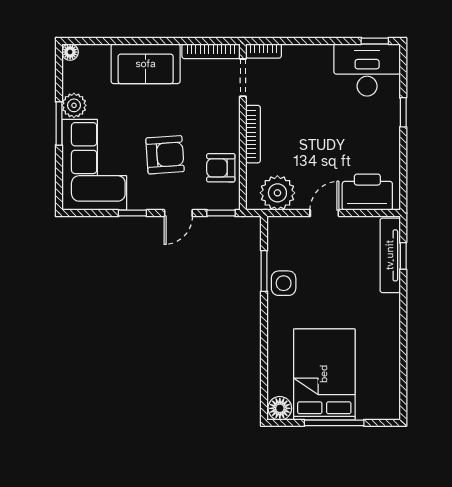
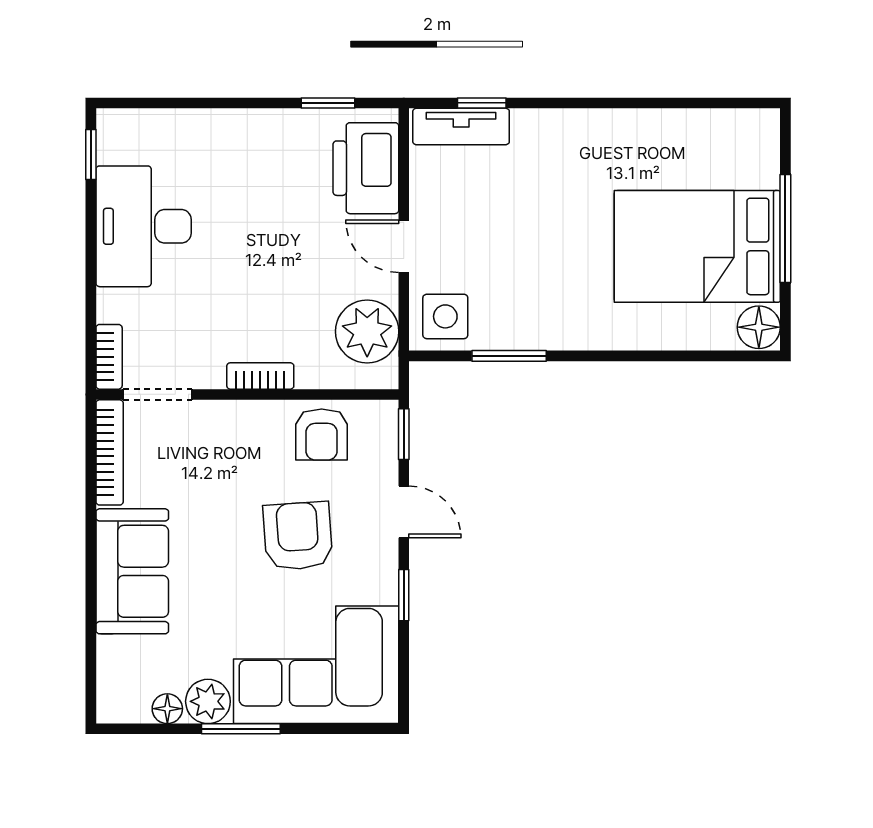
floor lamp: (70, 52) -> (167, 709), moved
desk: (367, 70) -> (144, 226), moved
window: (403, 112) -> (328, 103), moved
bookcase: (253, 134) -> (260, 376), width x0.64
tv unit: (390, 255) -> (461, 126), width x0.71
side table: (284, 283) -> (445, 316), moved

